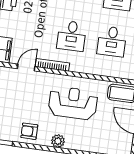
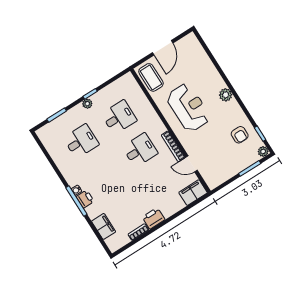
reception desk: (73, 103) -> (188, 107), turned 180
armchair: (29, 131) -> (240, 135), moved

